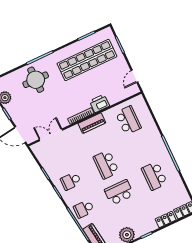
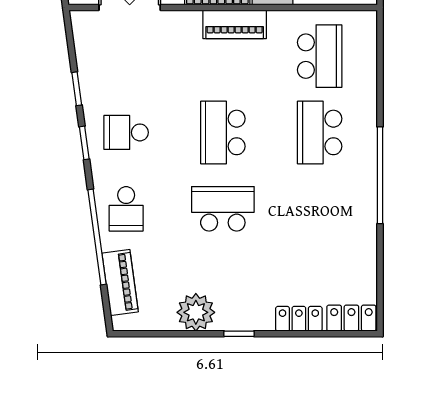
school desk: (154, 176) -> (320, 132), moved
school desk: (84, 209) -> (126, 209), turned -90

